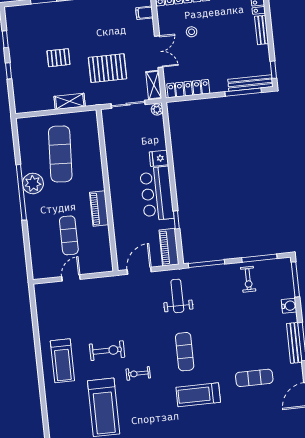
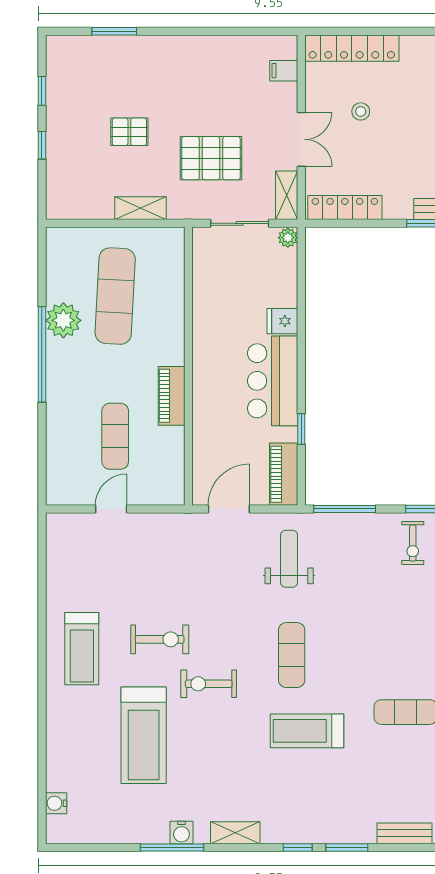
plant: (33, 183) -> (63, 320), moved
exercise bike: (138, 373) -> (209, 684), width x1.38, depth x1.39

